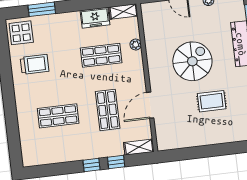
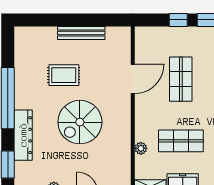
bench: (201, 140) -> (81, 33), added
shelving: (139, 147) -> (151, 34), removed

